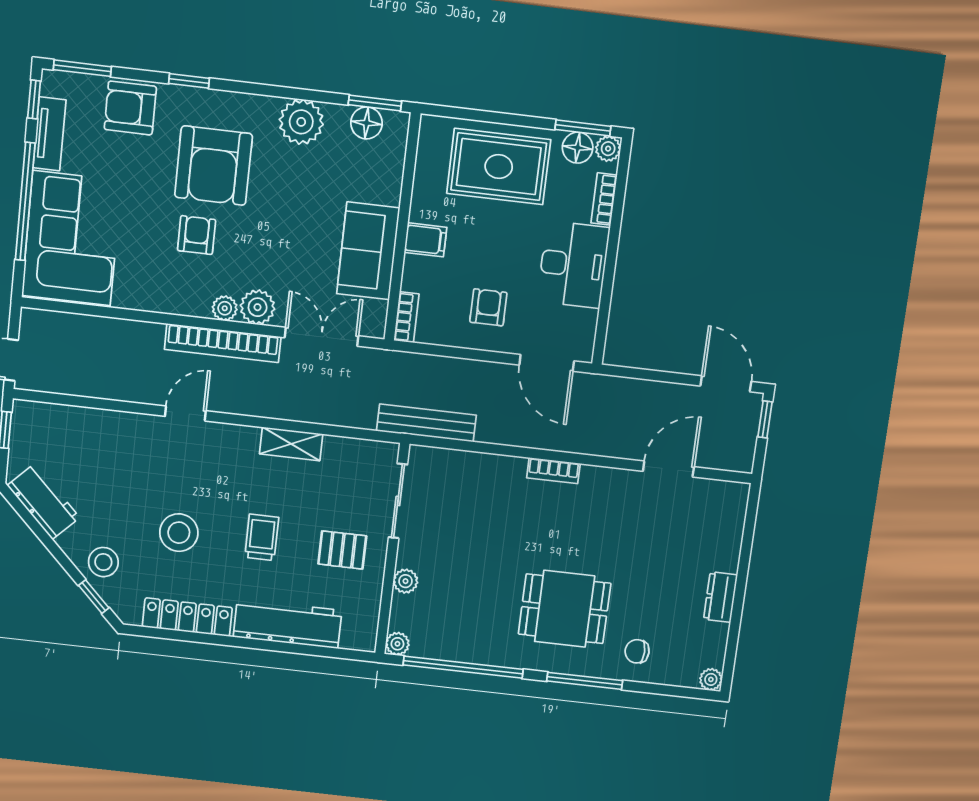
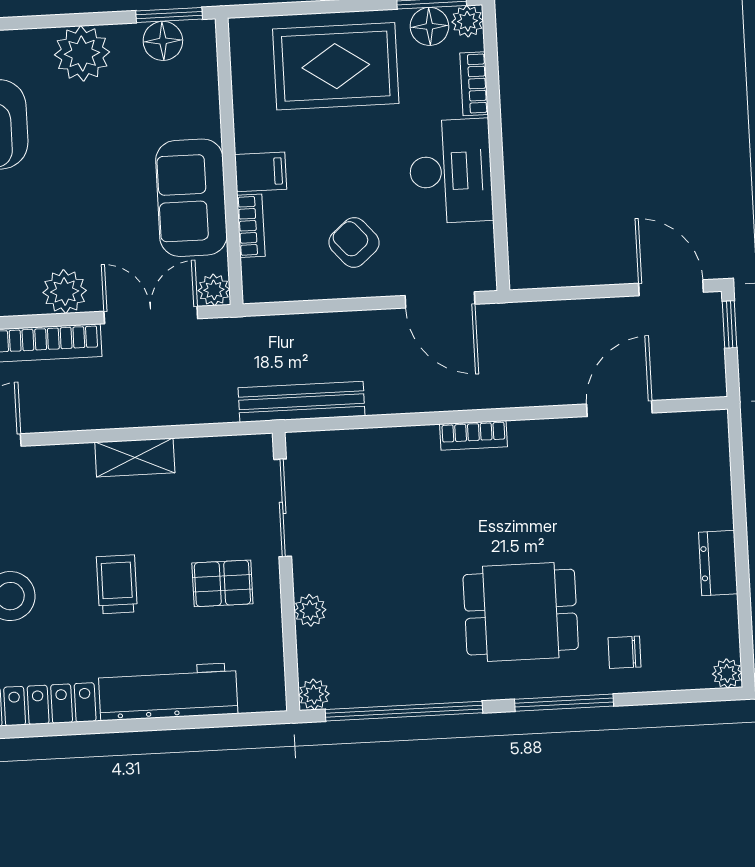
armchair: (488, 307) -> (354, 242), turned -41
plant: (225, 308) -> (214, 290), moved
bookcase: (406, 317) -> (251, 226), moved

